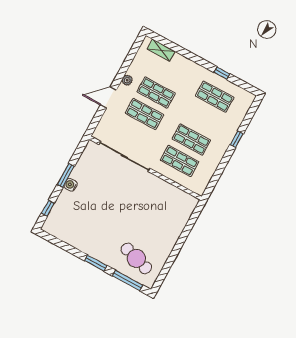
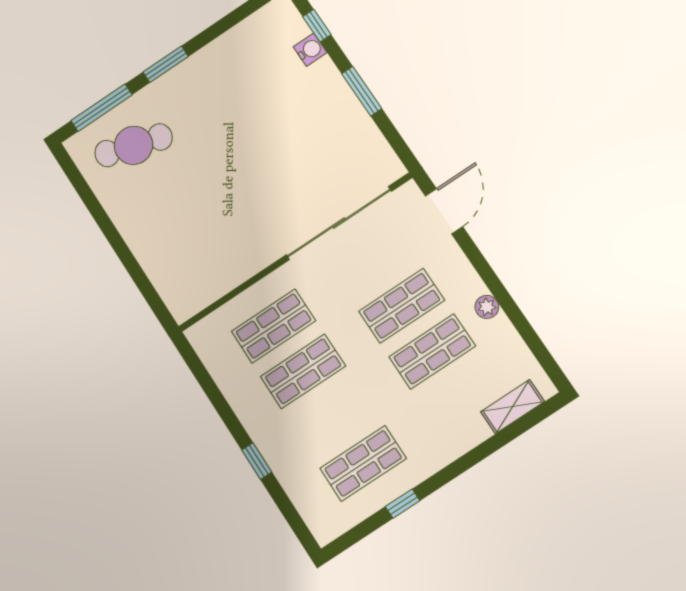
door: (108, 97) -> (444, 211), moved
water cooler: (71, 185) -> (310, 50), moved

